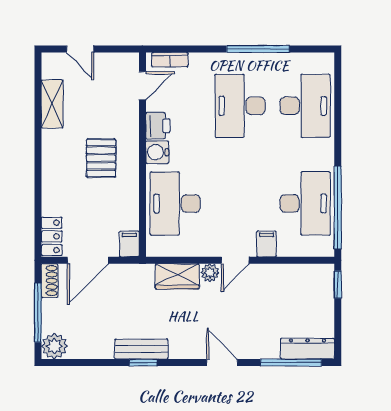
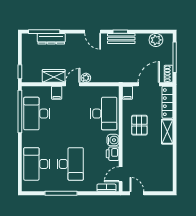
door: (80, 49) -> (137, 193), moved
shelving: (52, 104) -> (167, 132), moved
pallet: (101, 158) -> (139, 125), moved
locker: (52, 236) -> (167, 102), width x1.53
wardrobe: (177, 276) -> (54, 76), moved
plant: (54, 346) -> (156, 40), moved
dresser: (307, 349) -> (51, 39), moved
door: (222, 363) -> (93, 32), moved

